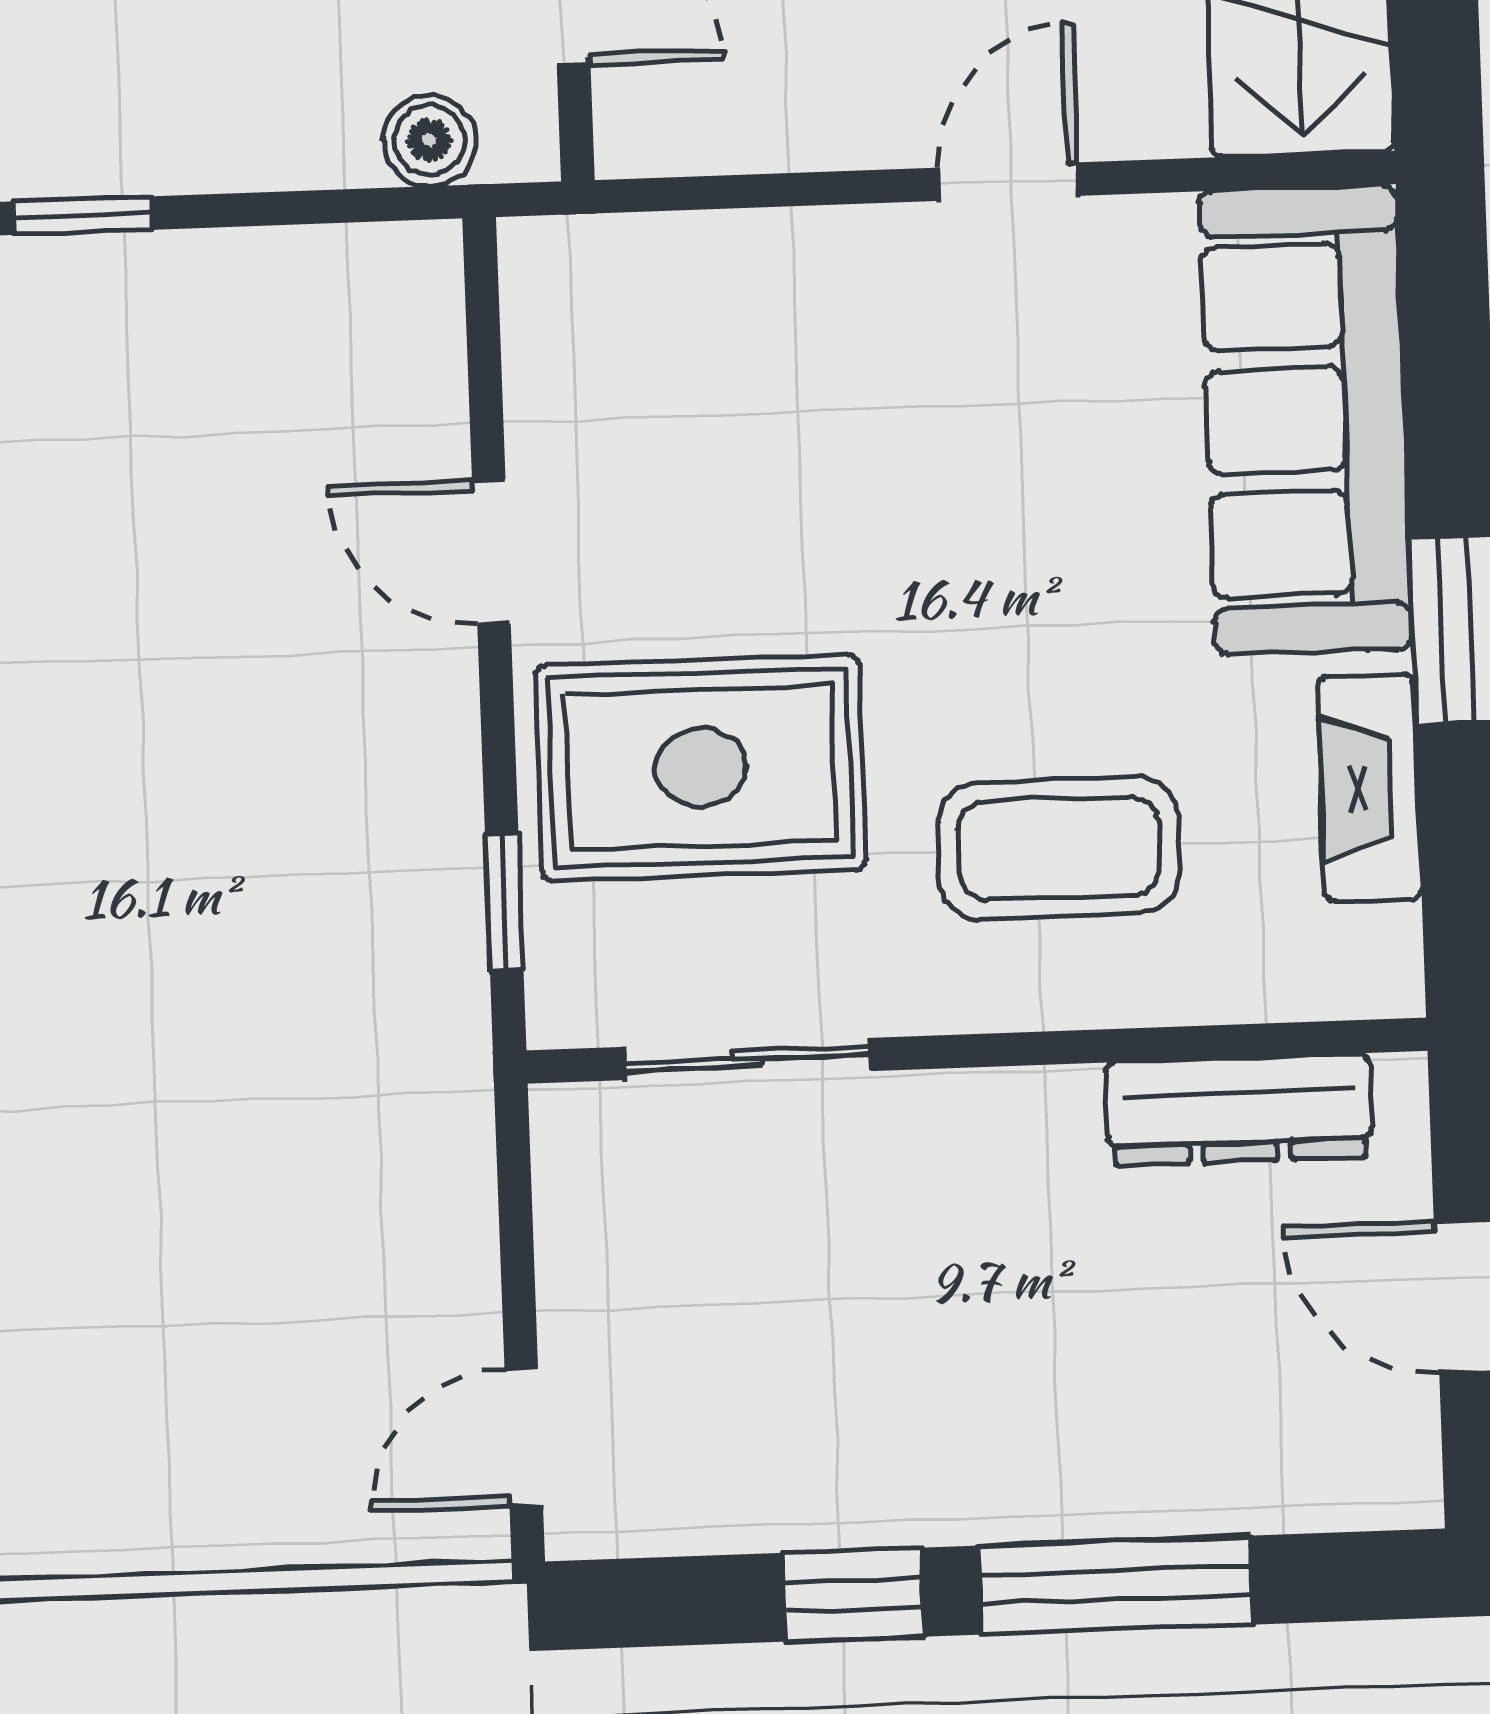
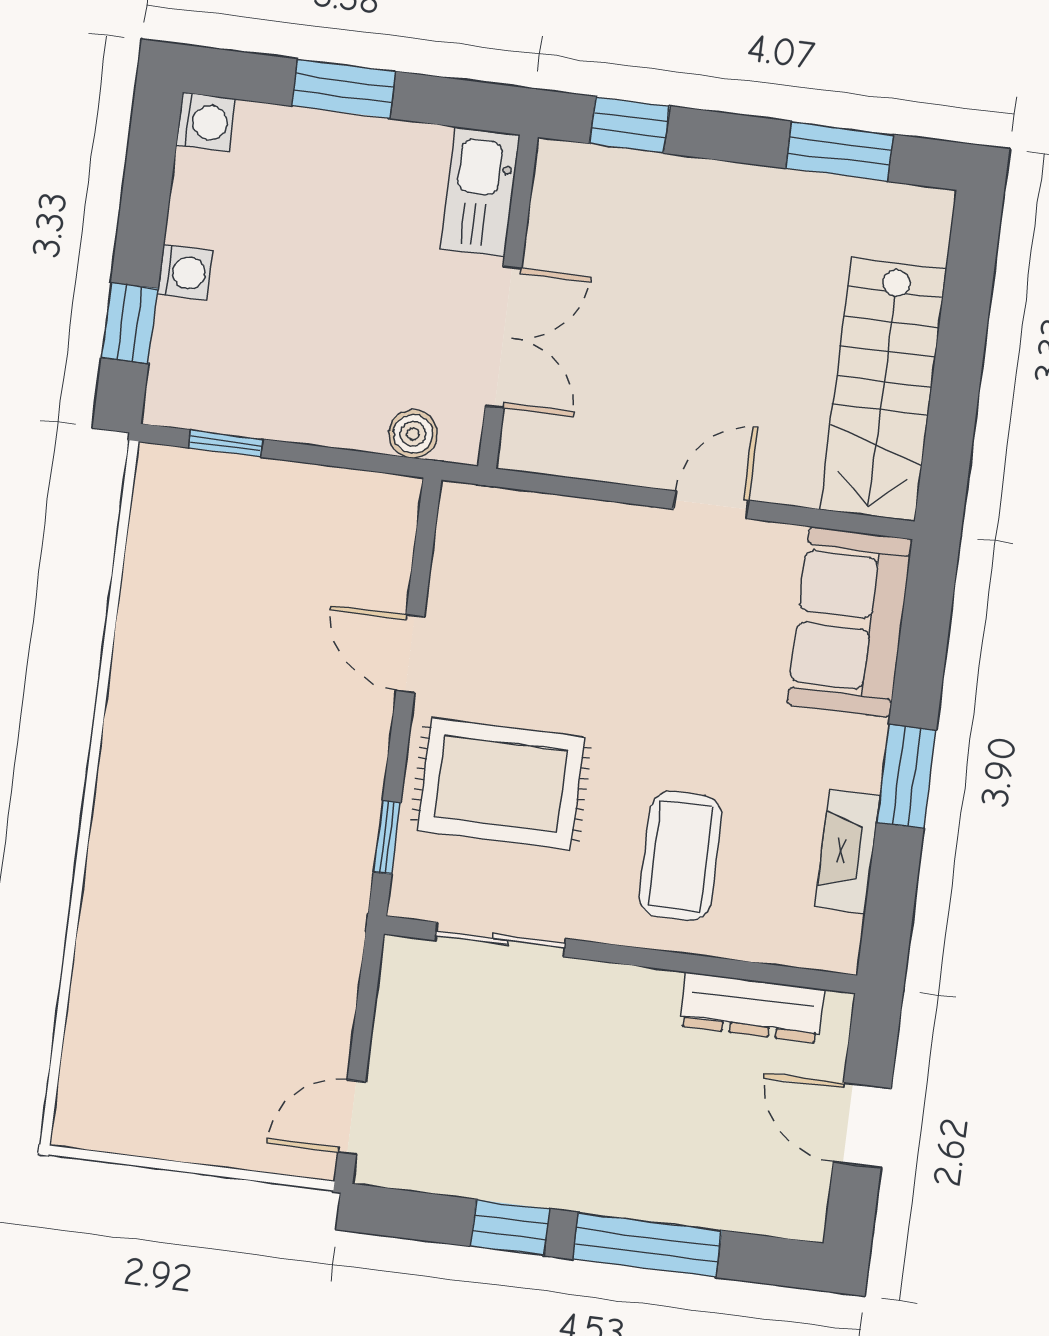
sofa: (1306, 420) -> (850, 622), width x0.73
coffee table: (1059, 848) -> (680, 856), turned 90

